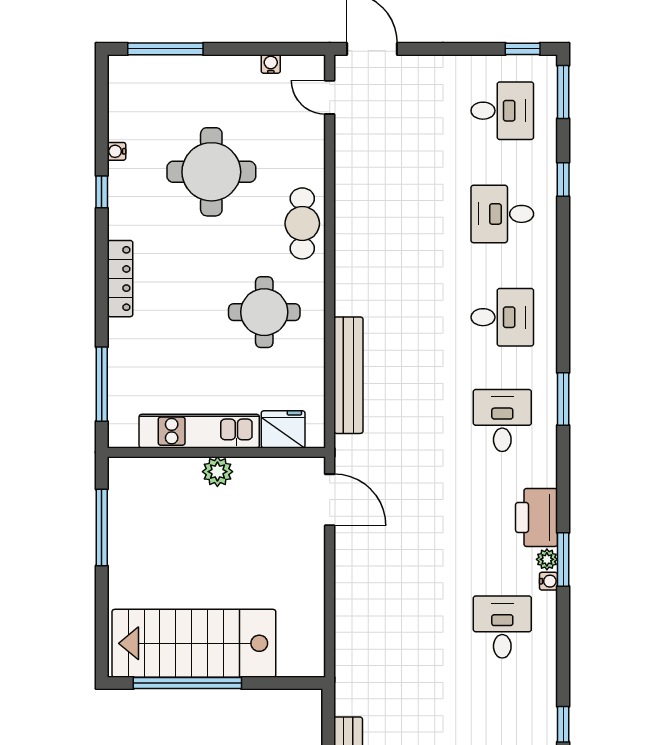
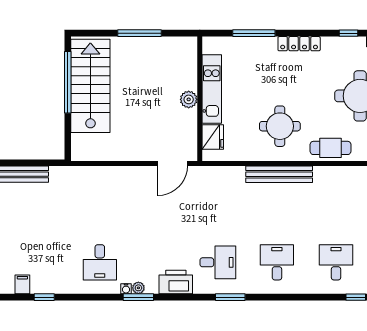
desk: (502, 317) -> (277, 262), turned 180
bench: (348, 375) -> (279, 174), moved
window: (102, 384) -> (254, 33), moved
printer: (537, 517) -> (176, 282), moved
window: (102, 527) -> (140, 33), moved
desk: (502, 627) -> (100, 262), turned 90

